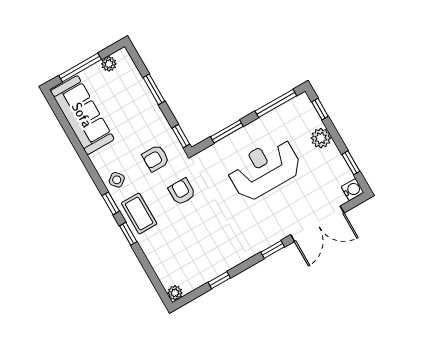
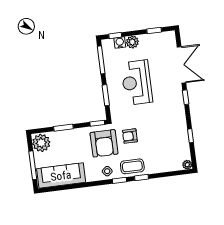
plant: (109, 64) -> (41, 143), width x1.87, depth x1.87
armchair: (156, 158) -> (104, 143), width x1.88, depth x1.88
water cooler: (352, 190) -> (120, 43), moved

